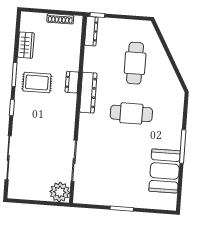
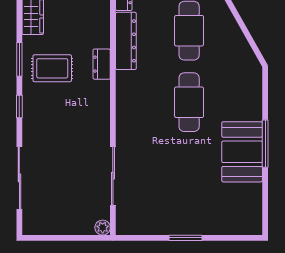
dresser: (88, 93) -> (126, 41), moved
cafe table: (131, 113) -> (189, 102), turned 90
booth: (165, 171) -> (242, 152), moved
plant: (60, 192) -> (103, 228), width x0.53, depth x0.53

